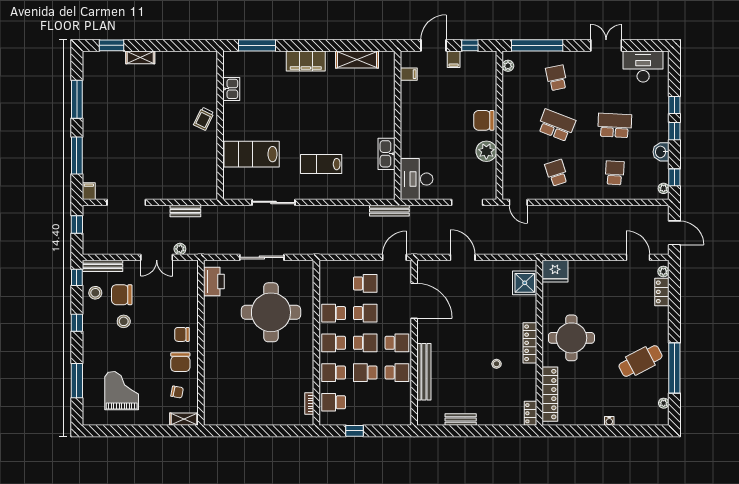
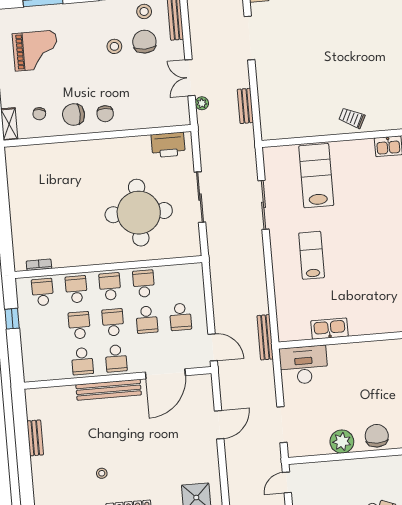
chair: (182, 334) -> (105, 114), turned 180
school desk: (365, 343) -> (113, 322), turned 180
bench: (424, 372) -> (109, 390), moved

